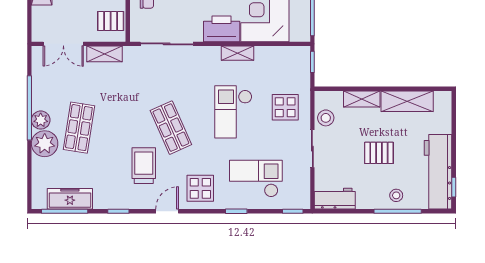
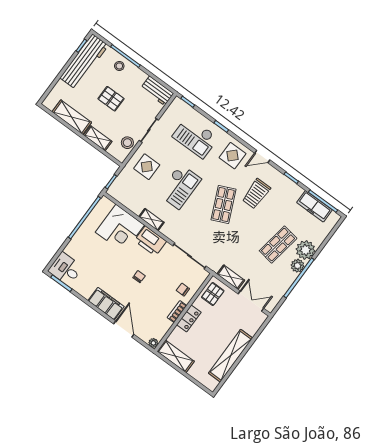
pallet: (111, 21) -> (213, 294), turned 90

